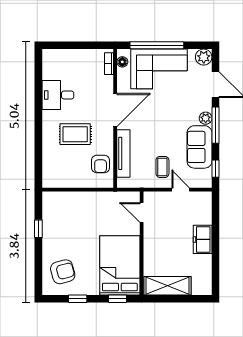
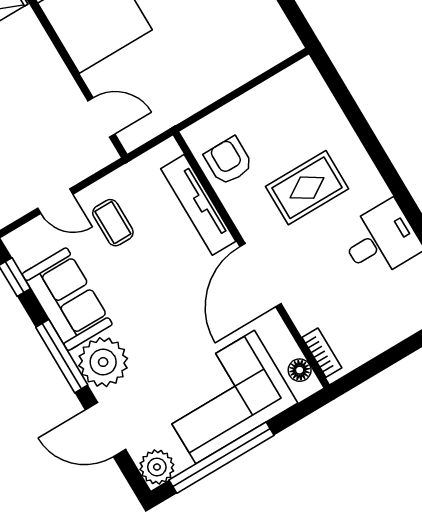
window: (157, 45) -> (221, 458), moved
plant: (206, 118) -> (103, 362), width x1.87, depth x1.87

